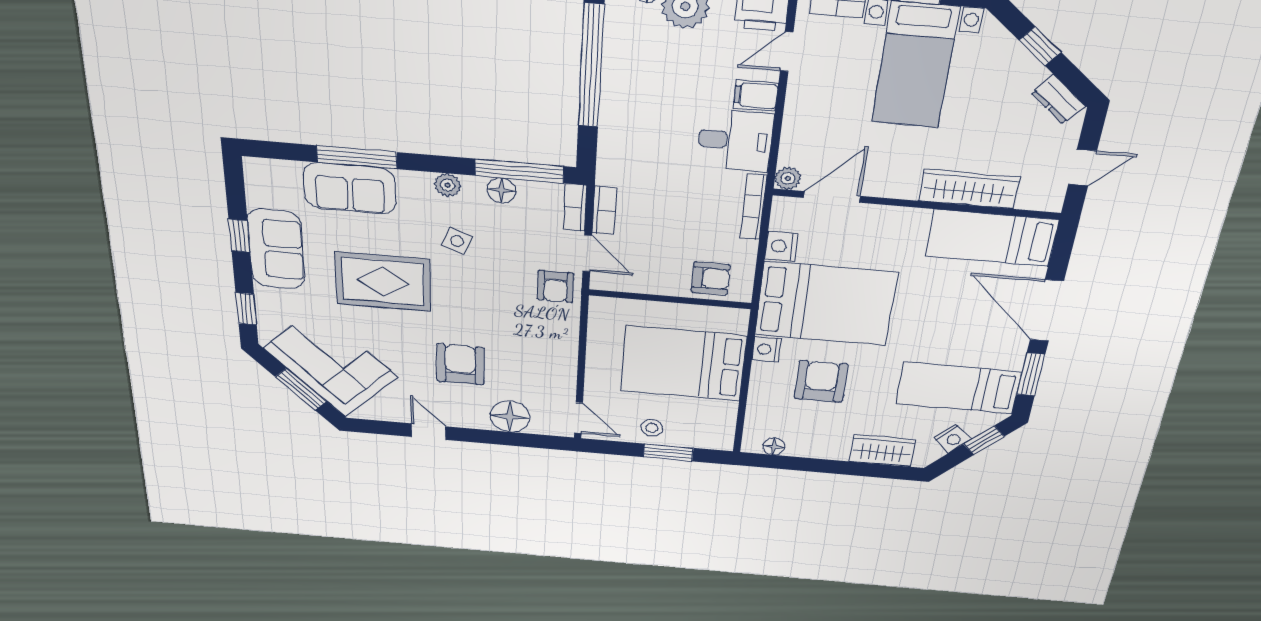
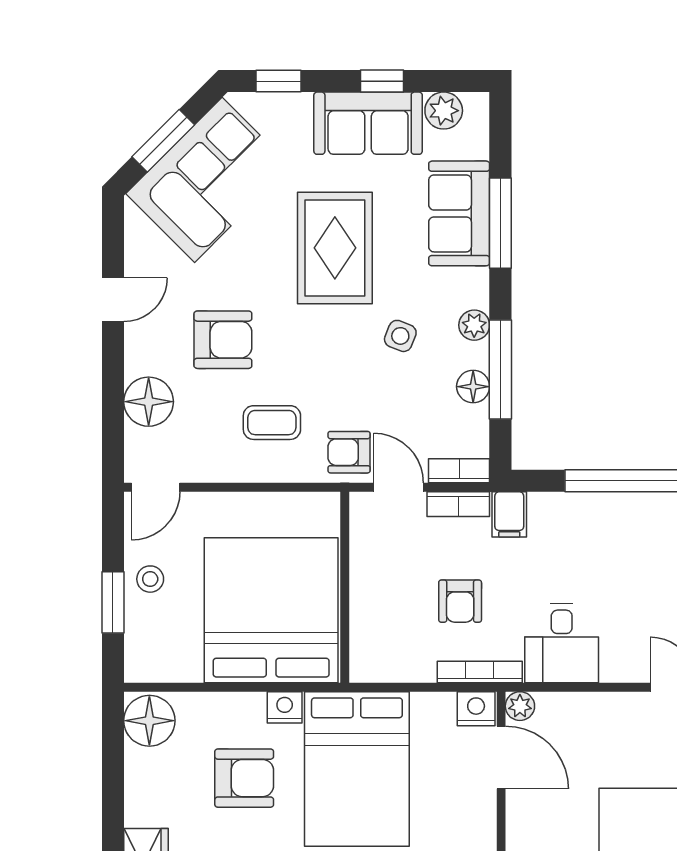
filing cabinet: (756, 96) -> (509, 514), moved, turned 180
window: (519, 171) -> (500, 370), moved
plant: (261, 192) -> (444, 111), added
nightstand: (781, 246) -> (476, 709), moved
door: (587, 253) -> (399, 487), swing flipped
armchair: (711, 278) -> (460, 601), moved
coffee table: (529, 338) -> (272, 423), added
bed: (683, 363) -> (271, 610), width x1.36
floor lamp: (774, 446) -> (149, 721), width x1.89, depth x1.89

